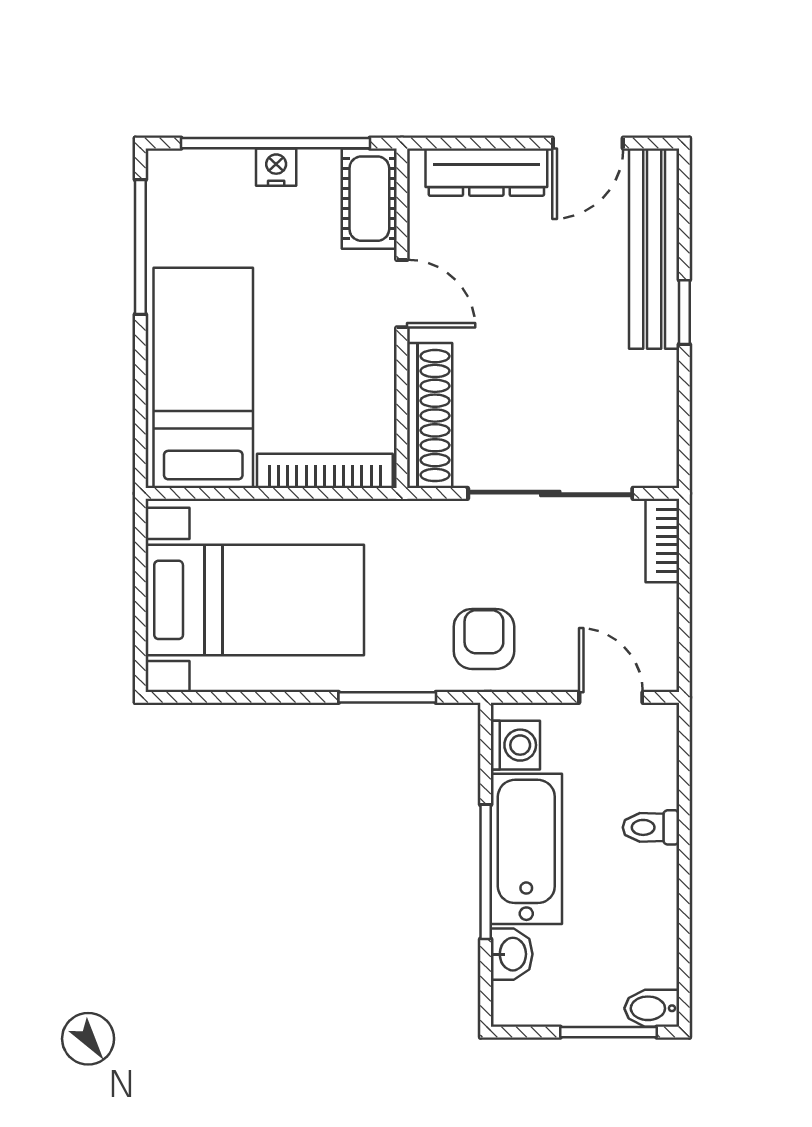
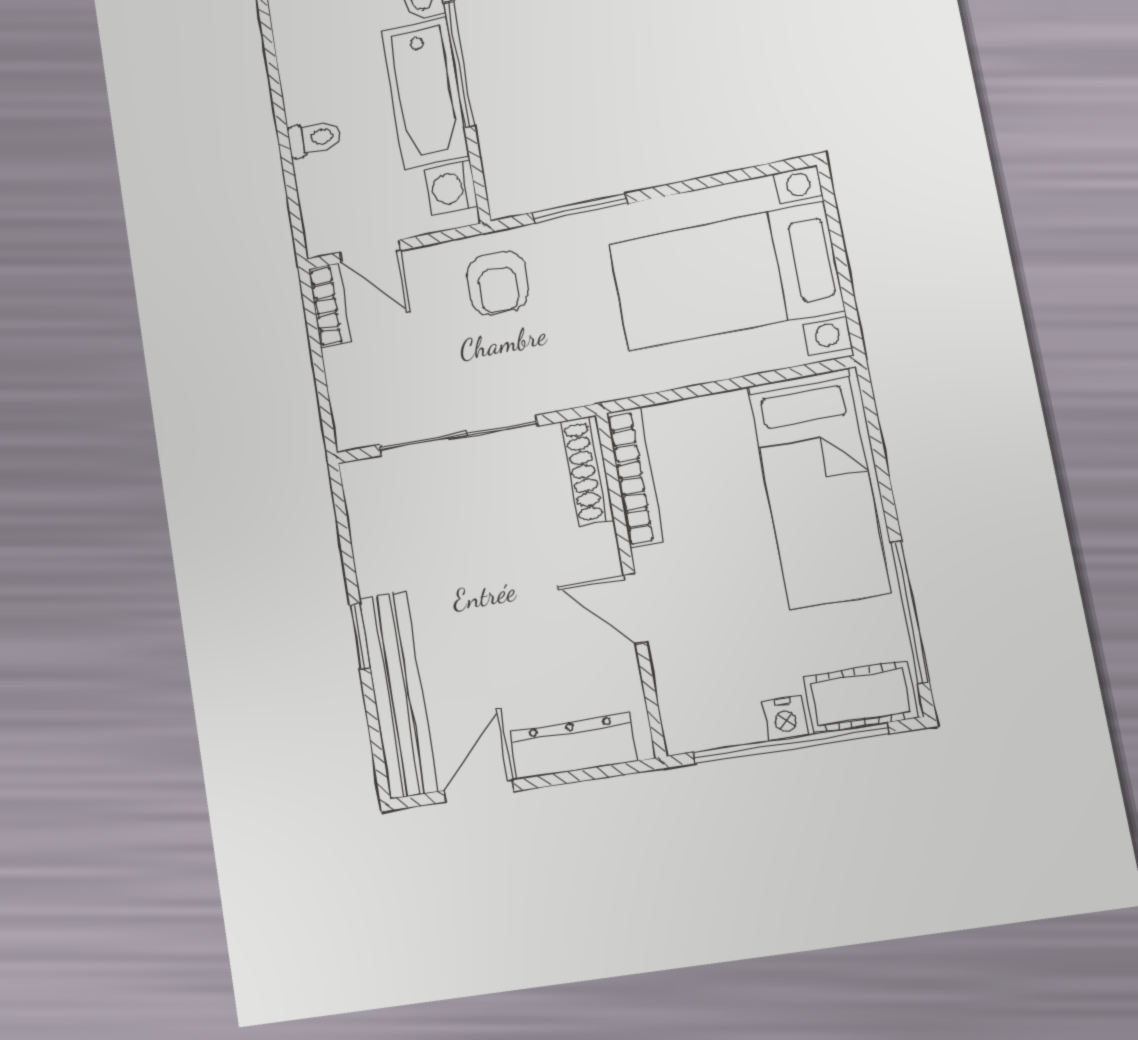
cot: (369, 199) -> (860, 697), moved, turned 90
shoe rack: (430, 416) -> (588, 471), width x0.74, depth x0.81
bookcase: (325, 471) -> (635, 477), moved, turned -90
bookcase: (662, 540) -> (330, 305), moved

